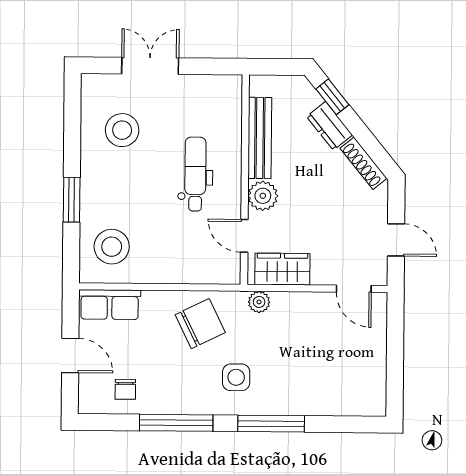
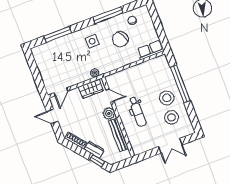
window: (72, 200) -> (180, 84), width x2.11
stool: (112, 247) -> (167, 98), moved
door: (354, 289) -> (61, 92), swing flipped
chair: (200, 324) -> (120, 39), moved
door: (70, 355) -> (158, 25), removed
window: (271, 424) -> (58, 34), moved

